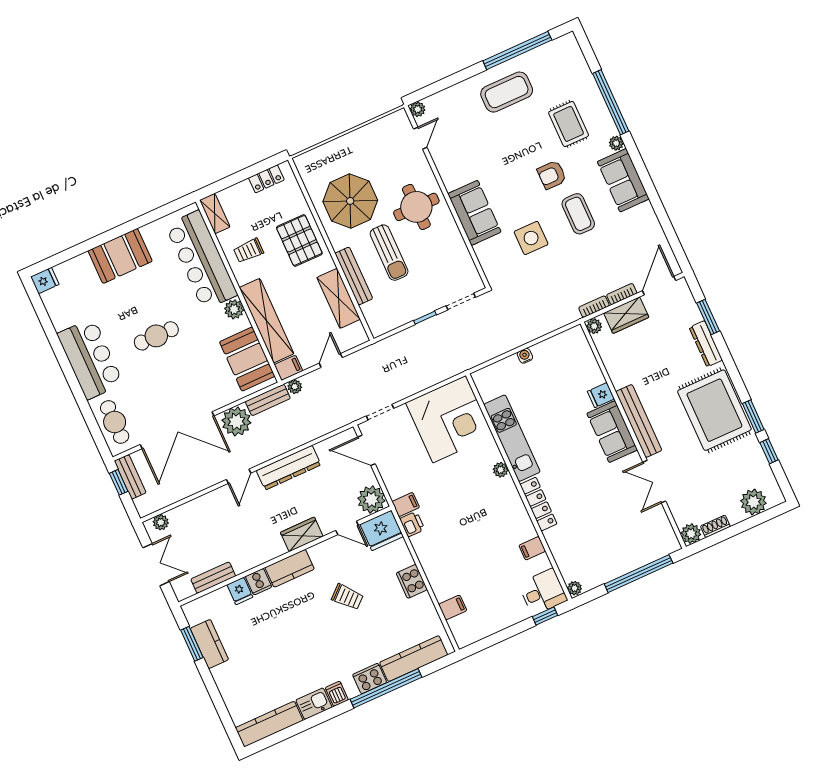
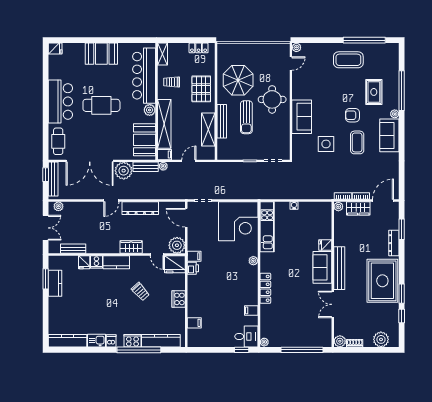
cafe table: (156, 336) -> (101, 105), width x1.37, depth x1.35
kitchen unit: (512, 438) -> (267, 227), moved
bench: (130, 477) -> (53, 179), width x1.36

